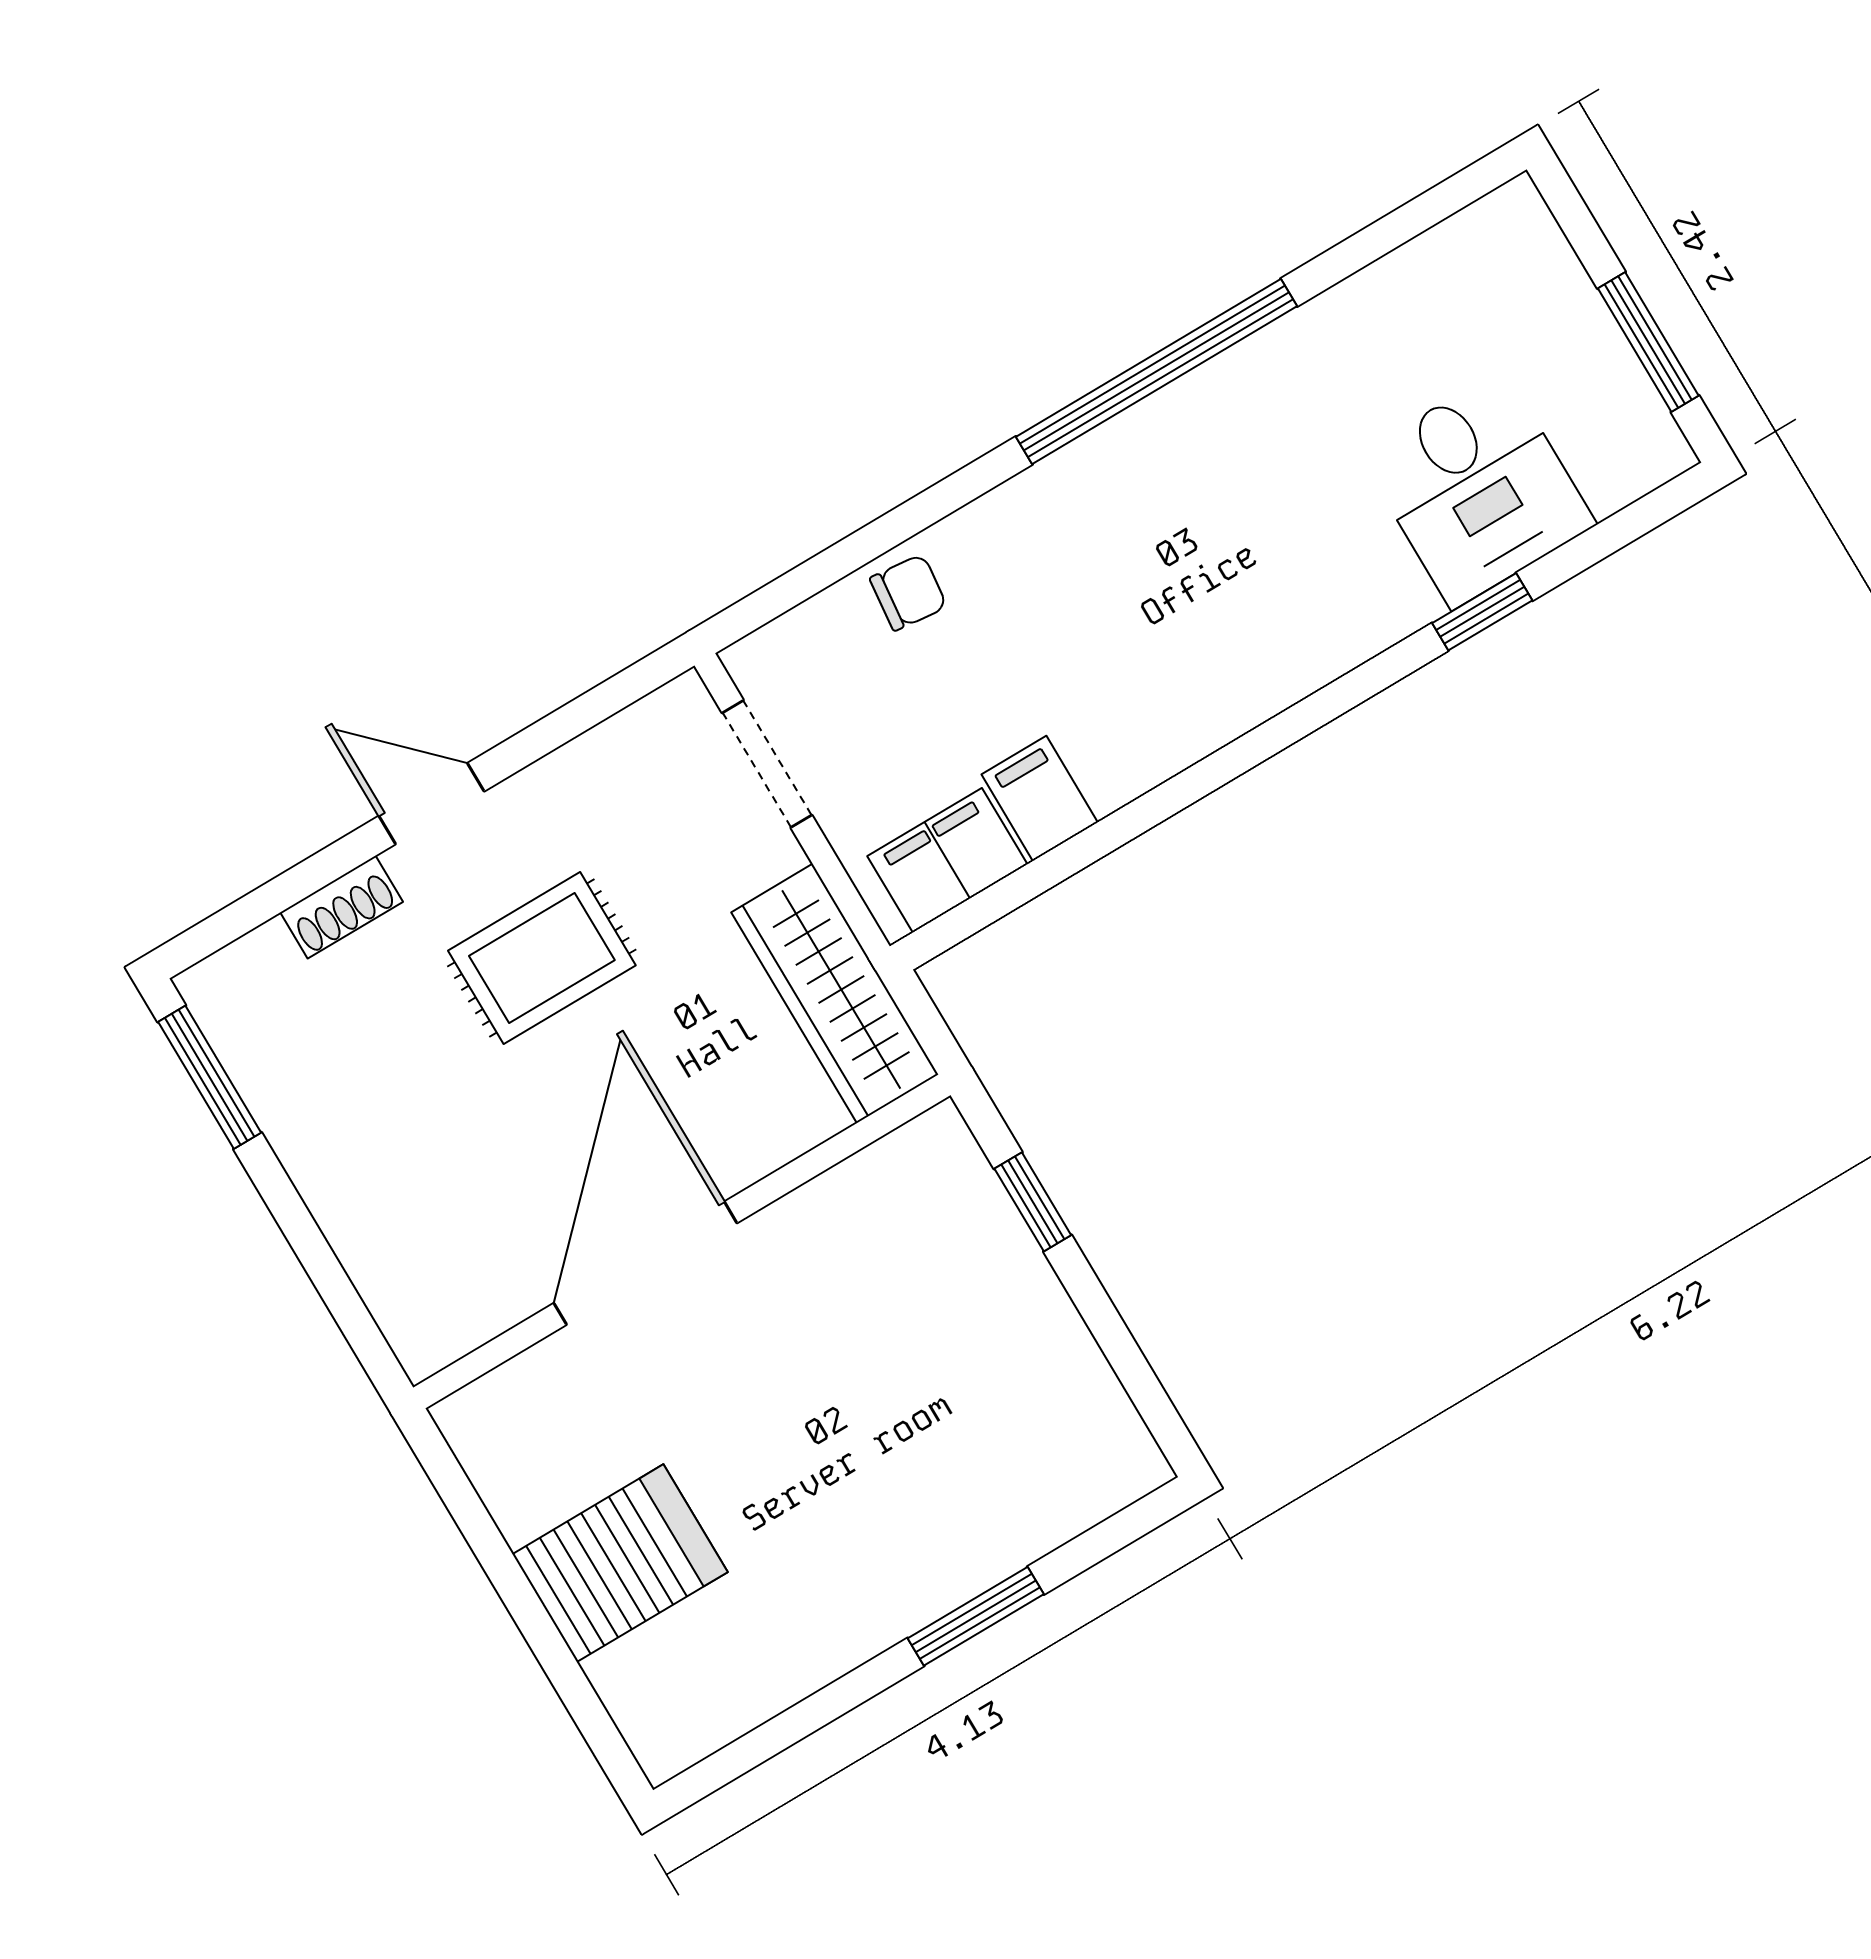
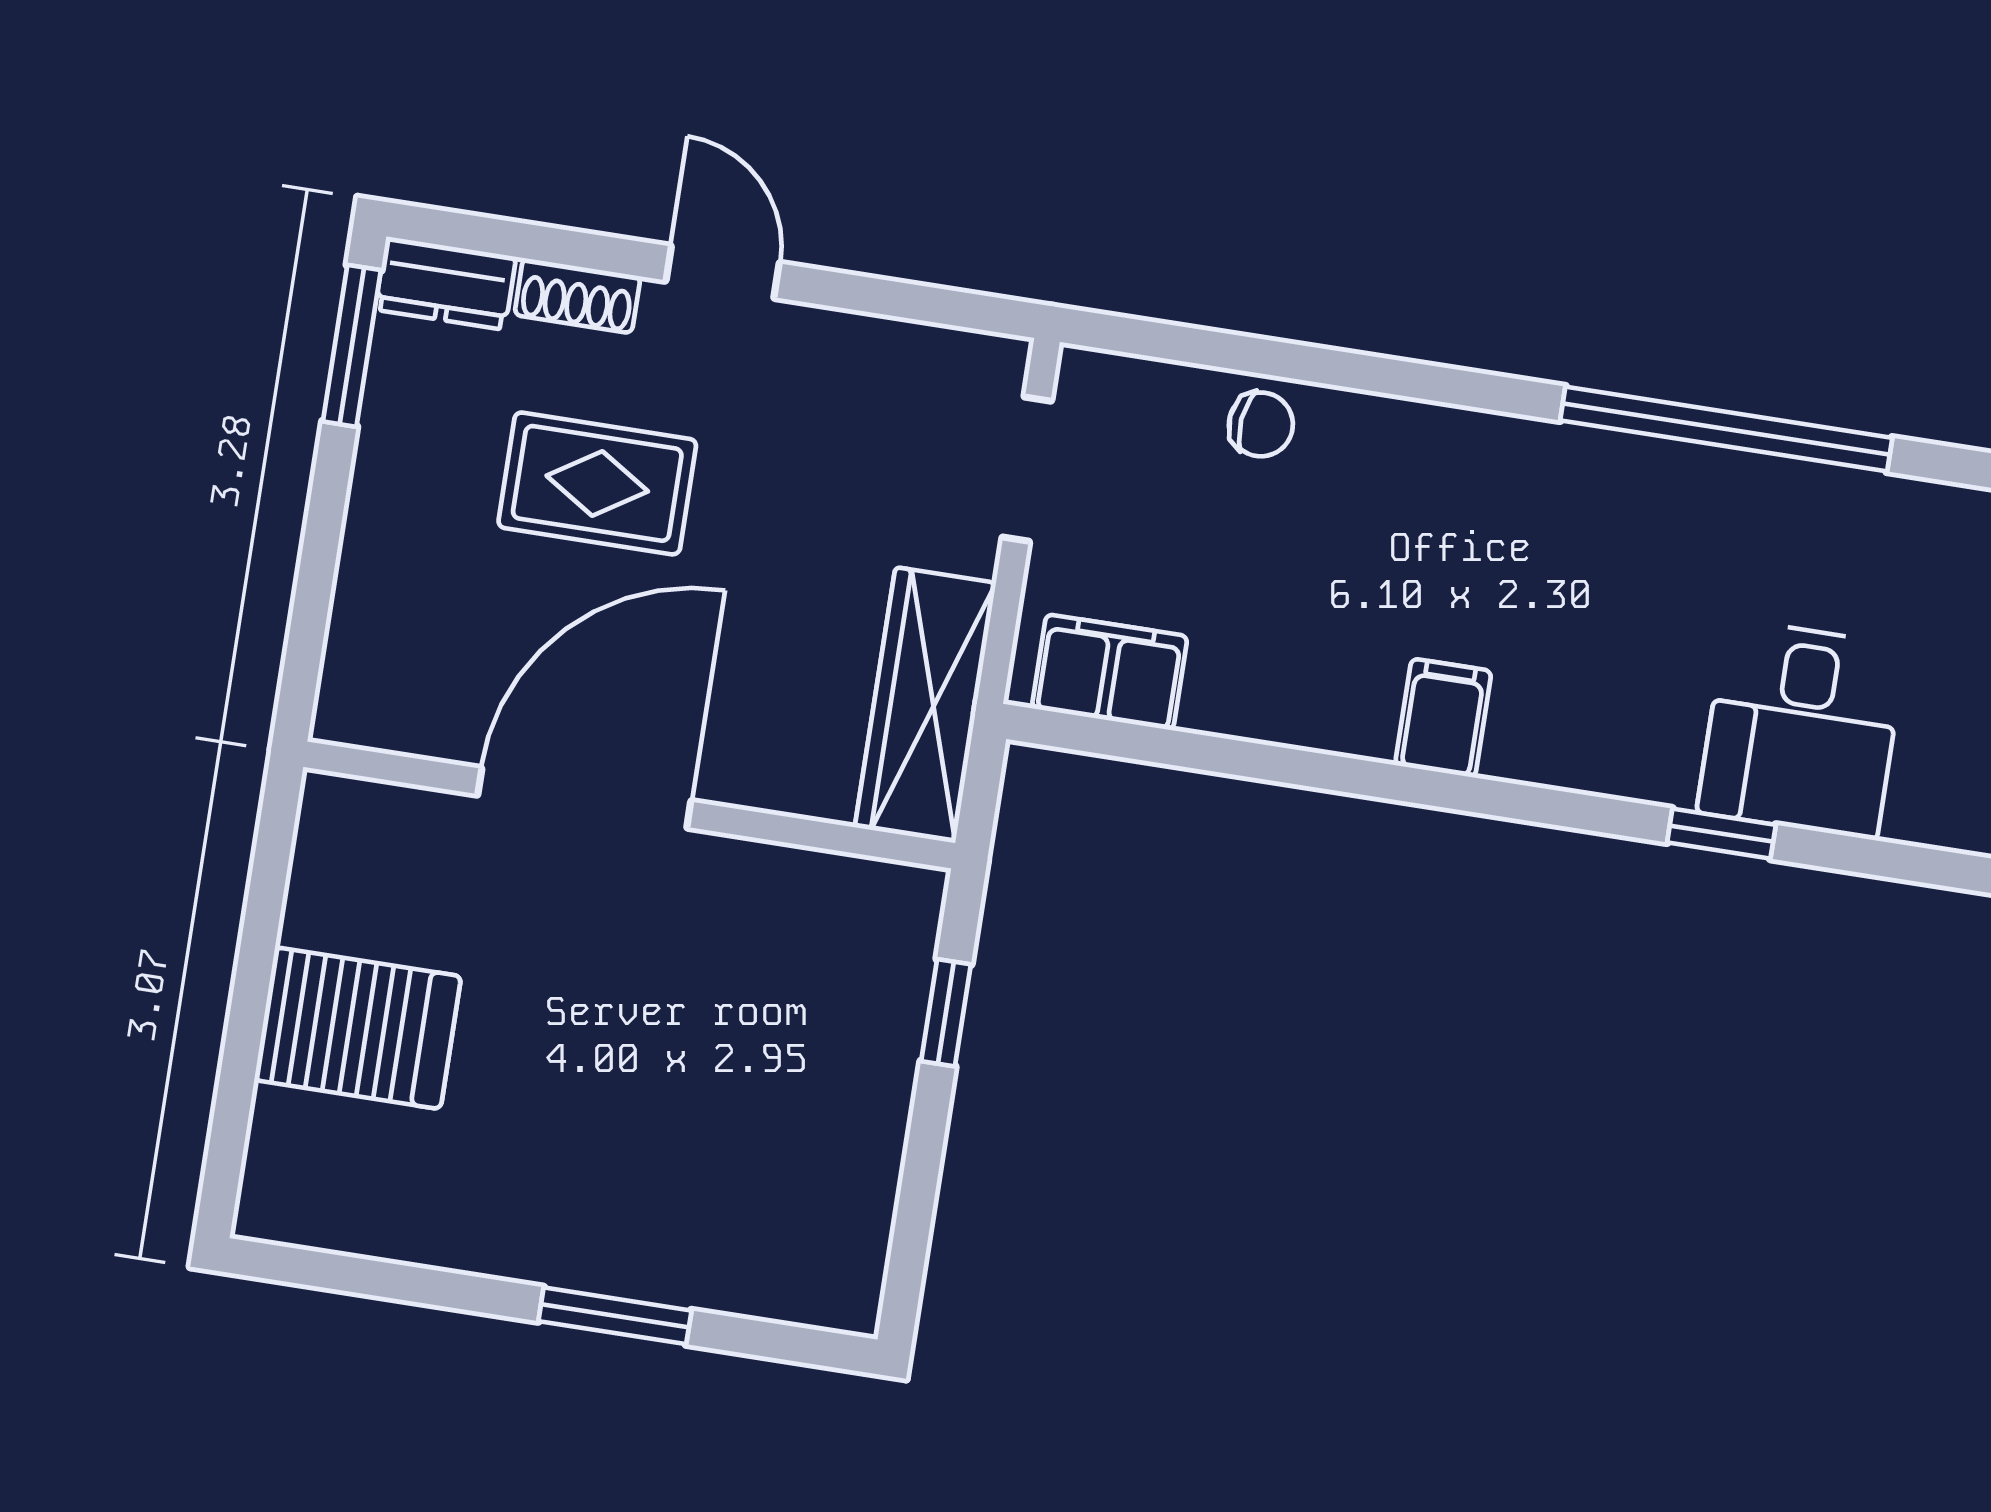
window: (1156, 371) -> (1726, 429), moved
filing cabinet: (1040, 798) -> (1443, 718), moved
rug: (542, 958) -> (597, 483), moved
dresser: (240, 977) -> (446, 283), added

